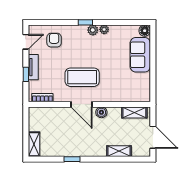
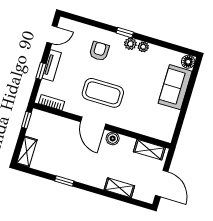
armchair: (54, 40) -> (99, 51), moved
window: (26, 118) -> (26, 120), added

